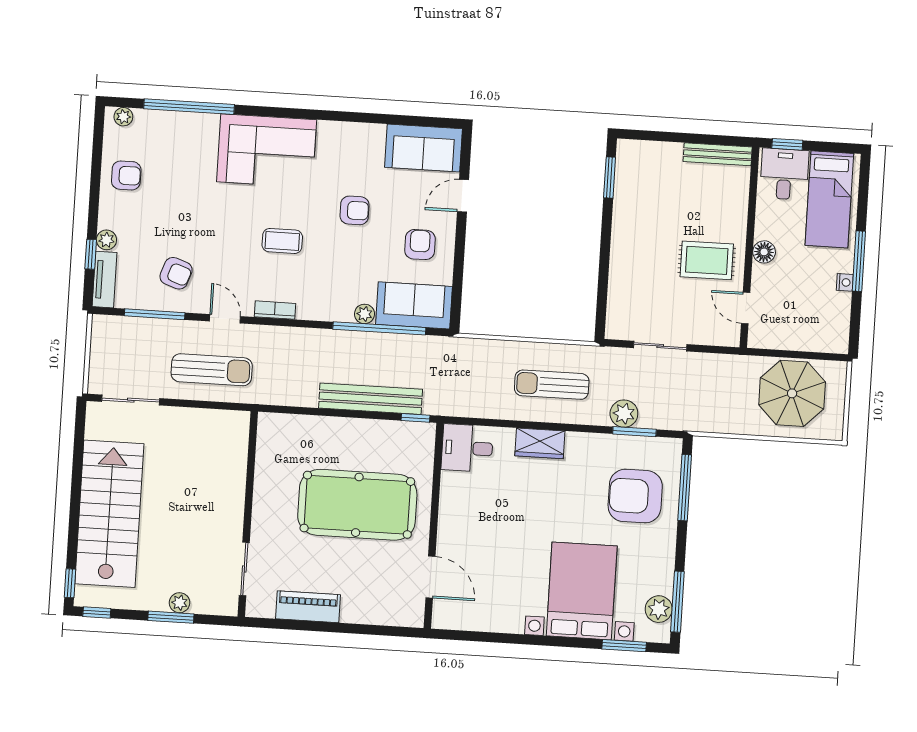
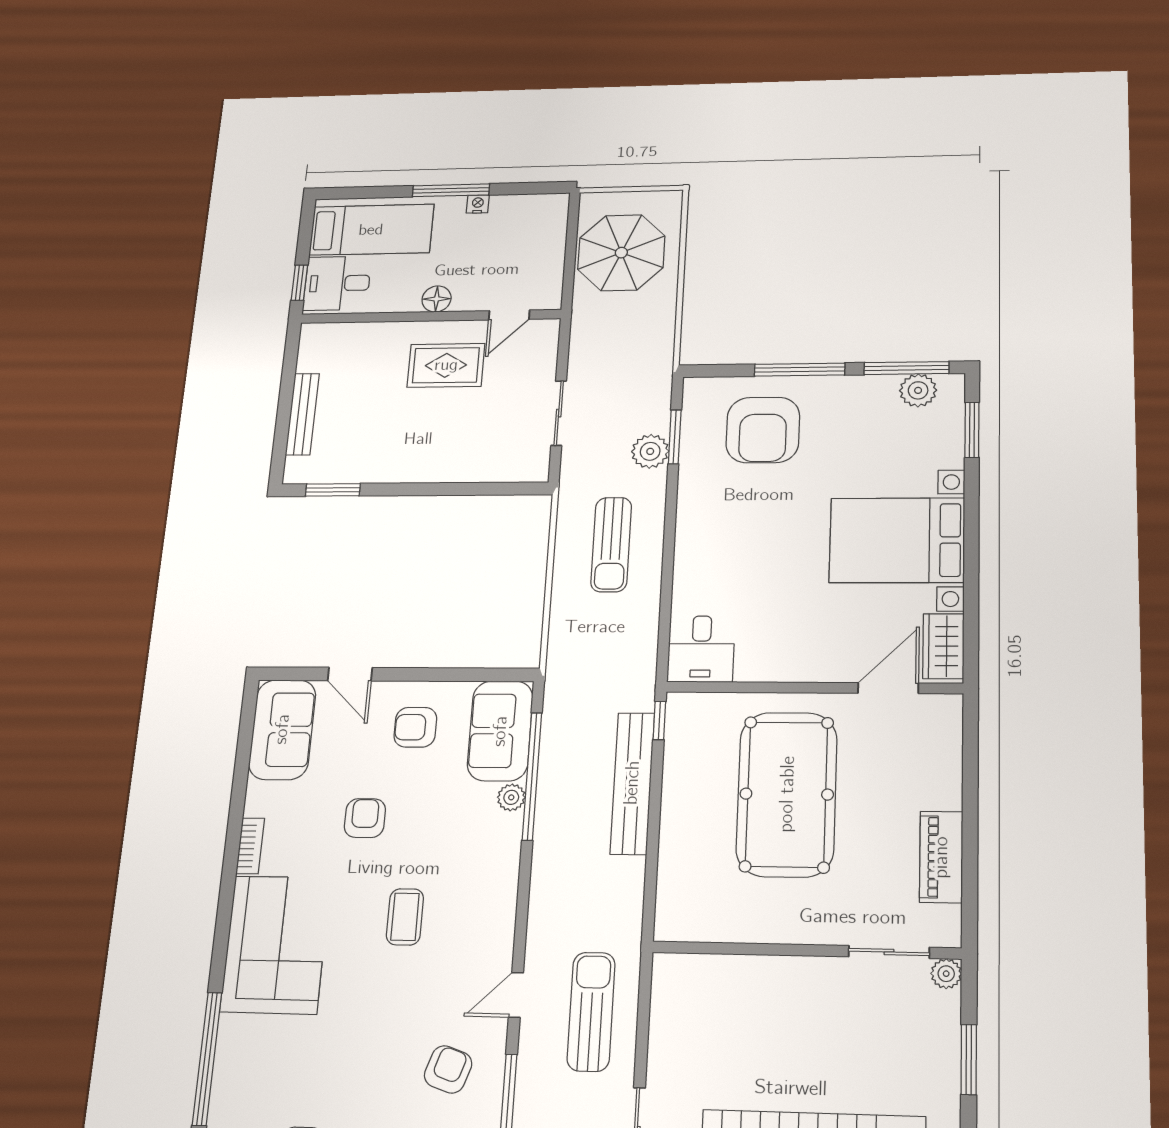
bench: (718, 154) -> (302, 414), moved
rug: (707, 260) -> (446, 365), turned 90
bookcase: (275, 310) -> (250, 846), moved, turned 180
wardrobe: (540, 443) -> (943, 646), moved, turned 180
window: (685, 488) -> (800, 370), moved
bed with nightstands: (582, 591) -> (897, 540), moved
plant: (180, 603) -> (946, 974), moved

